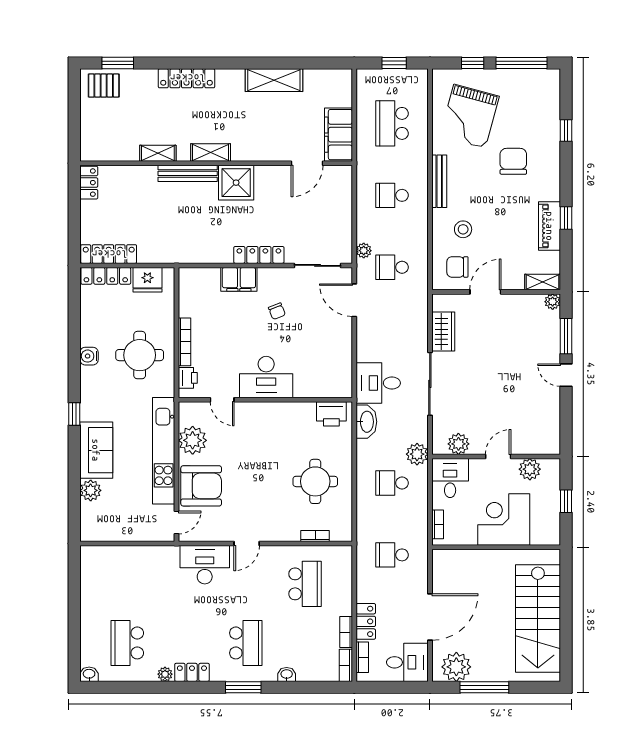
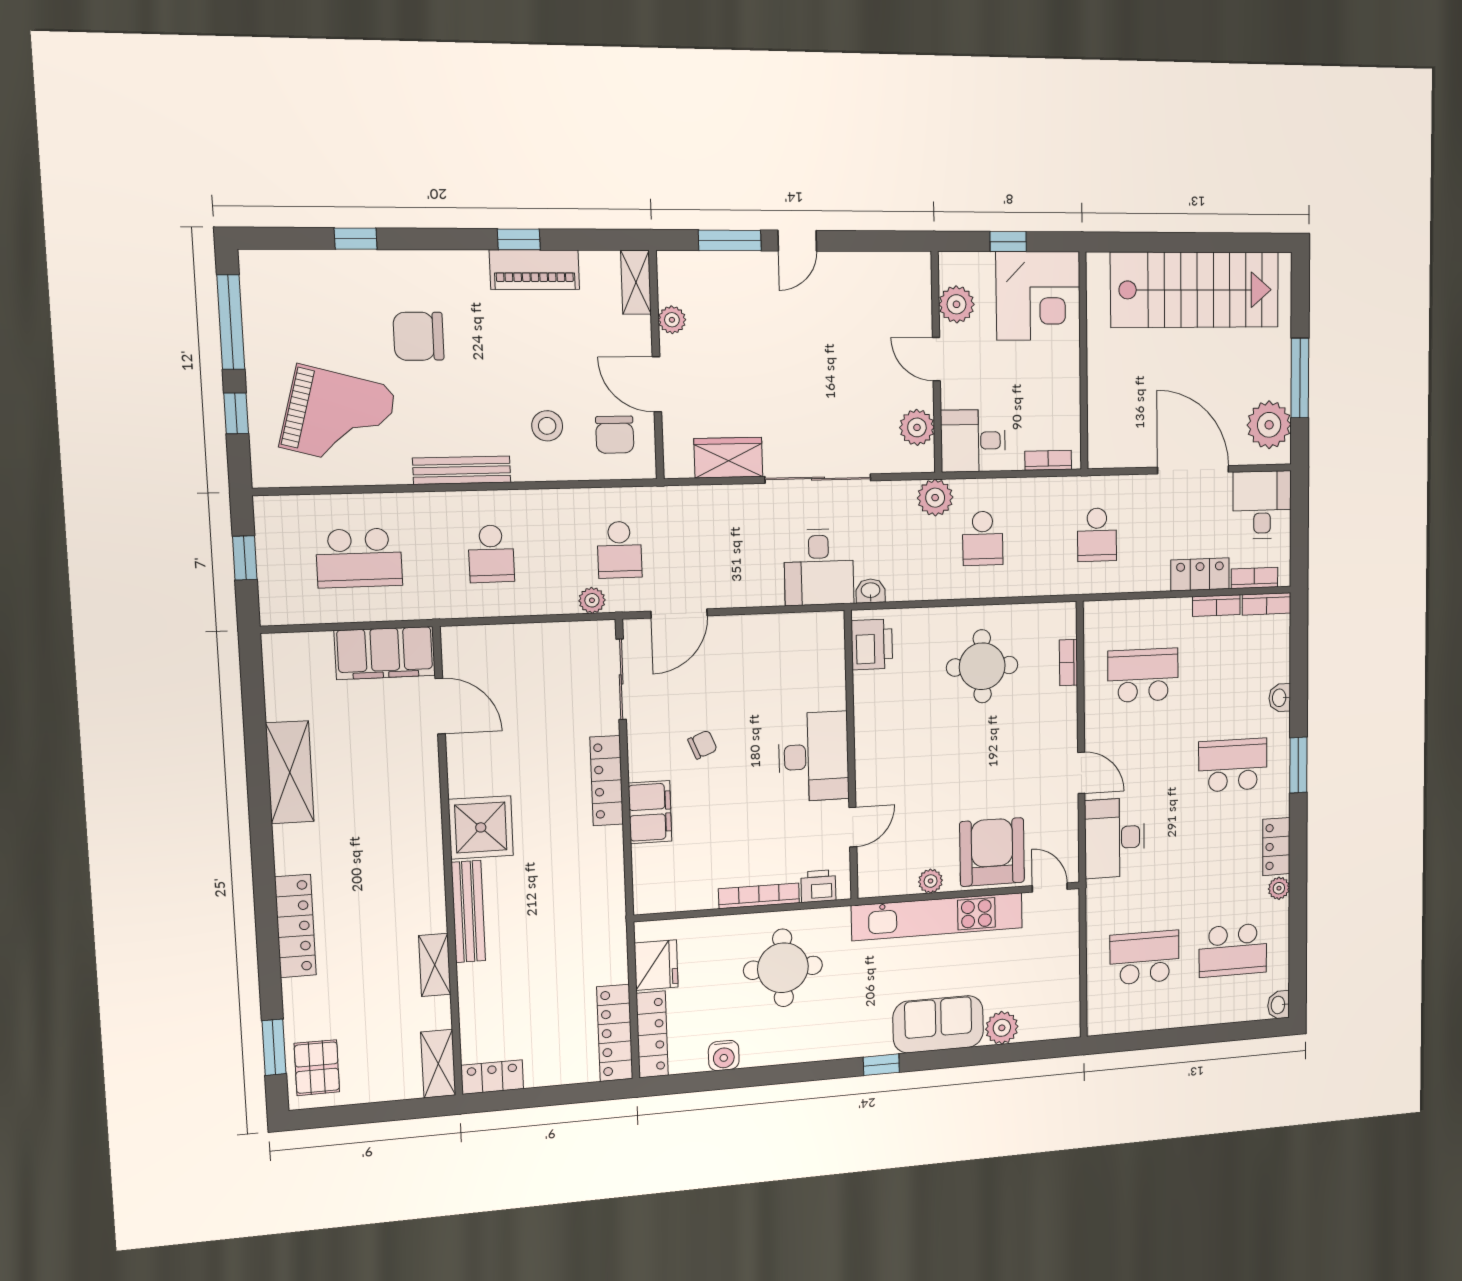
shelving: (211, 153) -> (438, 1064), moved
plant: (553, 302) -> (672, 320), moved
water cooler: (89, 356) -> (724, 1056), moved
washbasin: (366, 422) -> (871, 591), width x0.52, depth x0.69
plant: (193, 440) -> (931, 881), width x0.53, depth x0.53
corner desk: (504, 519) -> (1038, 296), moved, turned -90
school desk: (127, 584) -> (1145, 958), added

